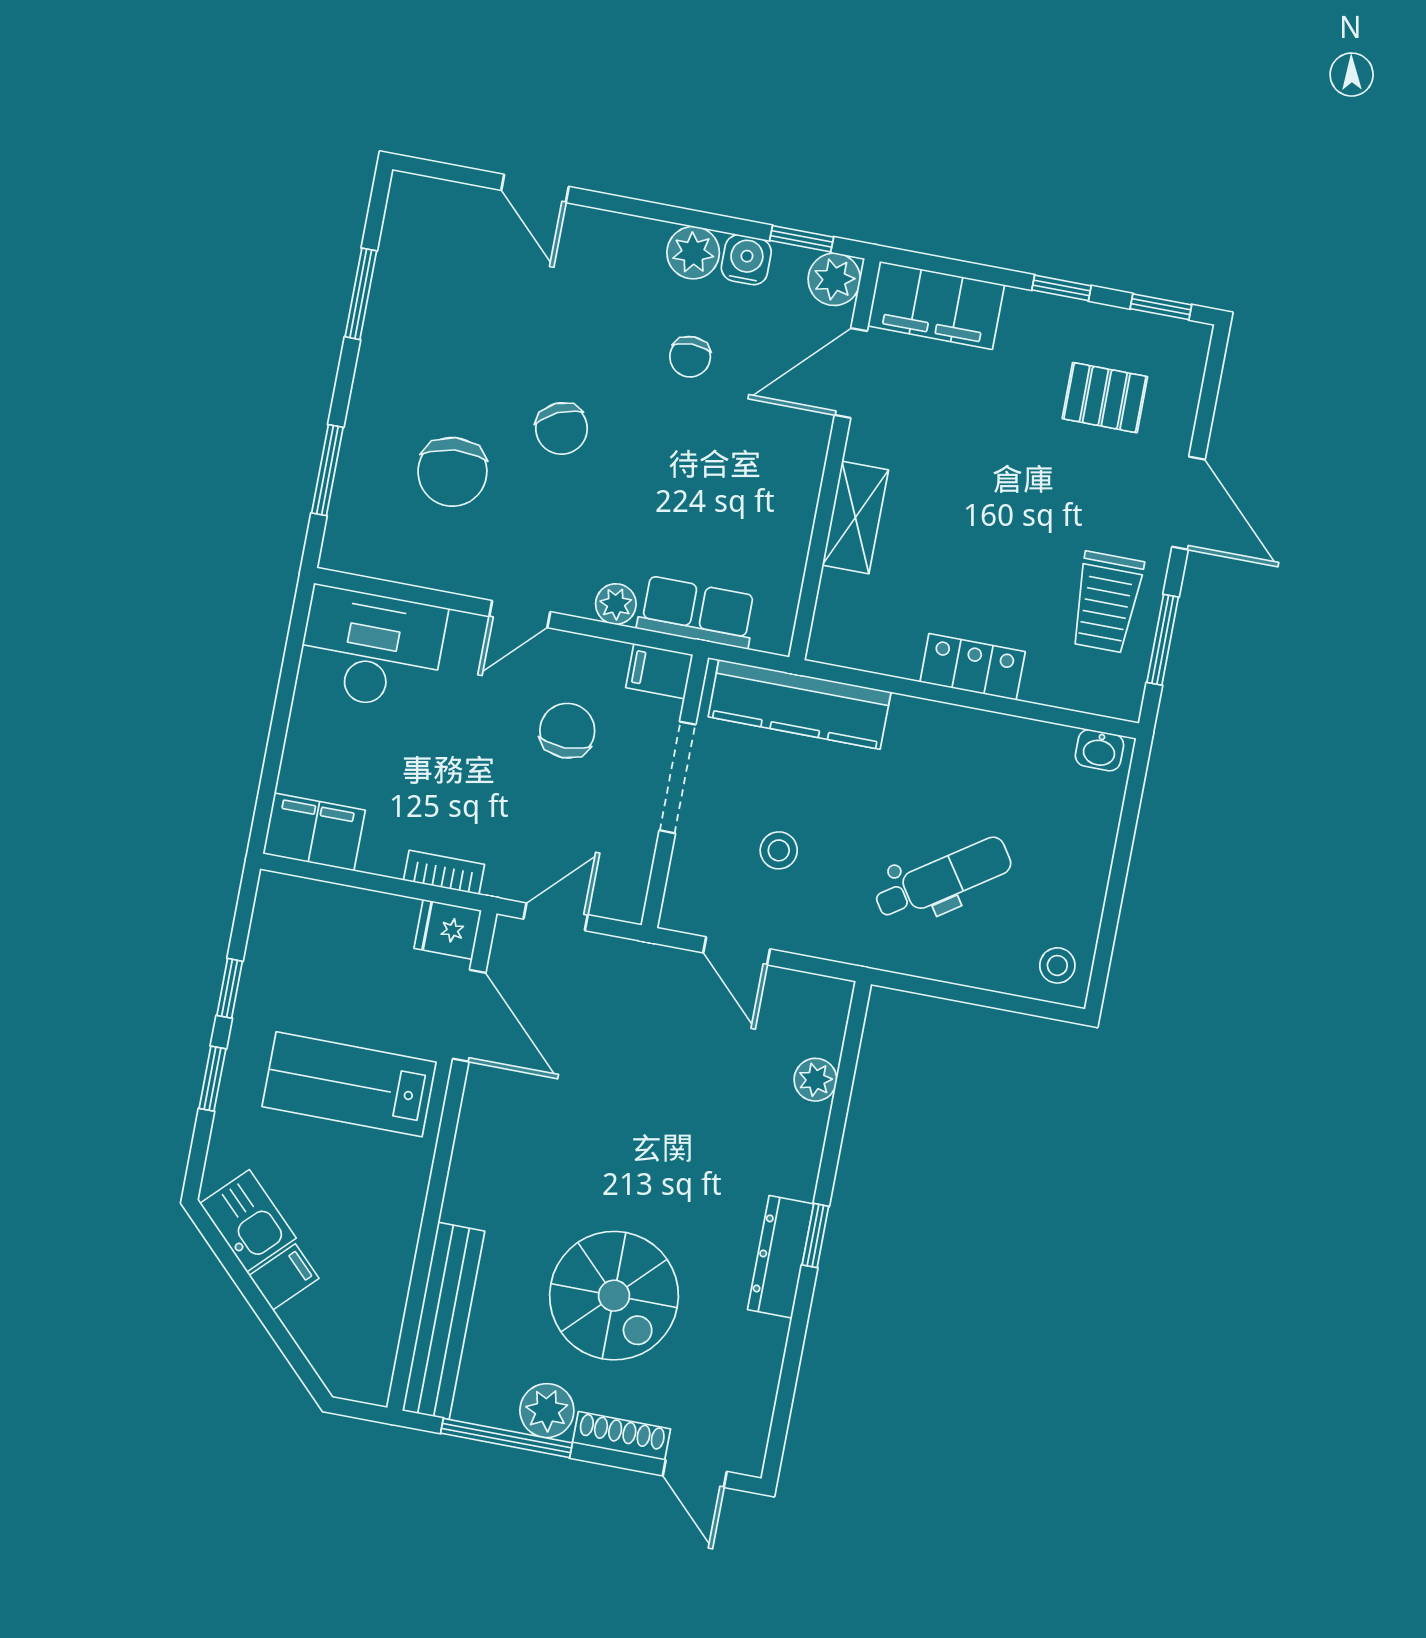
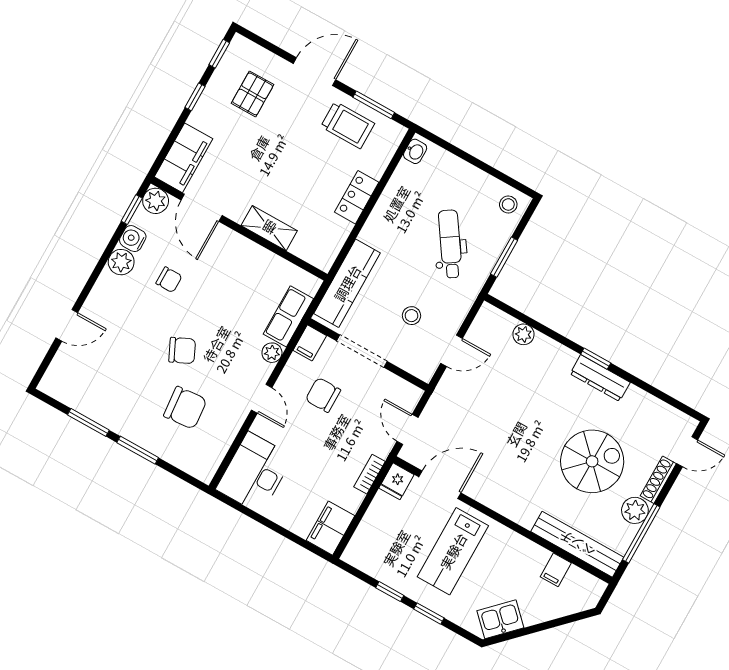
window: (327, 470) -> (138, 450), moved
window: (952, 992) -> (504, 257), added
filing cabinet: (284, 1277) -> (556, 570), moved, turned -135

